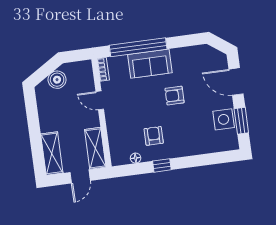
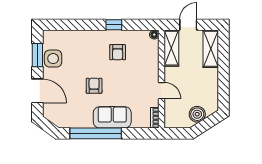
window: (138, 47) -> (96, 133), moved
armchair: (175, 96) -> (94, 86), turned -90
floor lamp: (136, 158) -> (154, 35), moved

